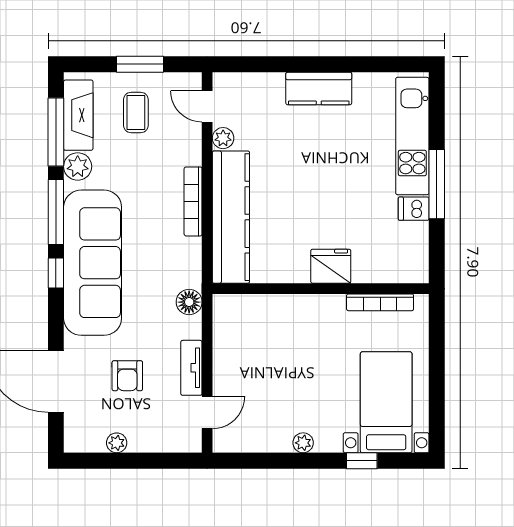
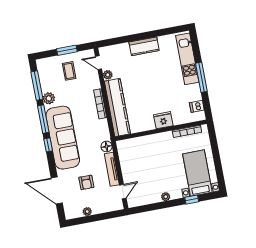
fireplace: (78, 115) -> (45, 77), removed
dishwasher: (414, 209) -> (197, 106), moved
tv unit: (191, 368) -> (112, 169), width x1.41

